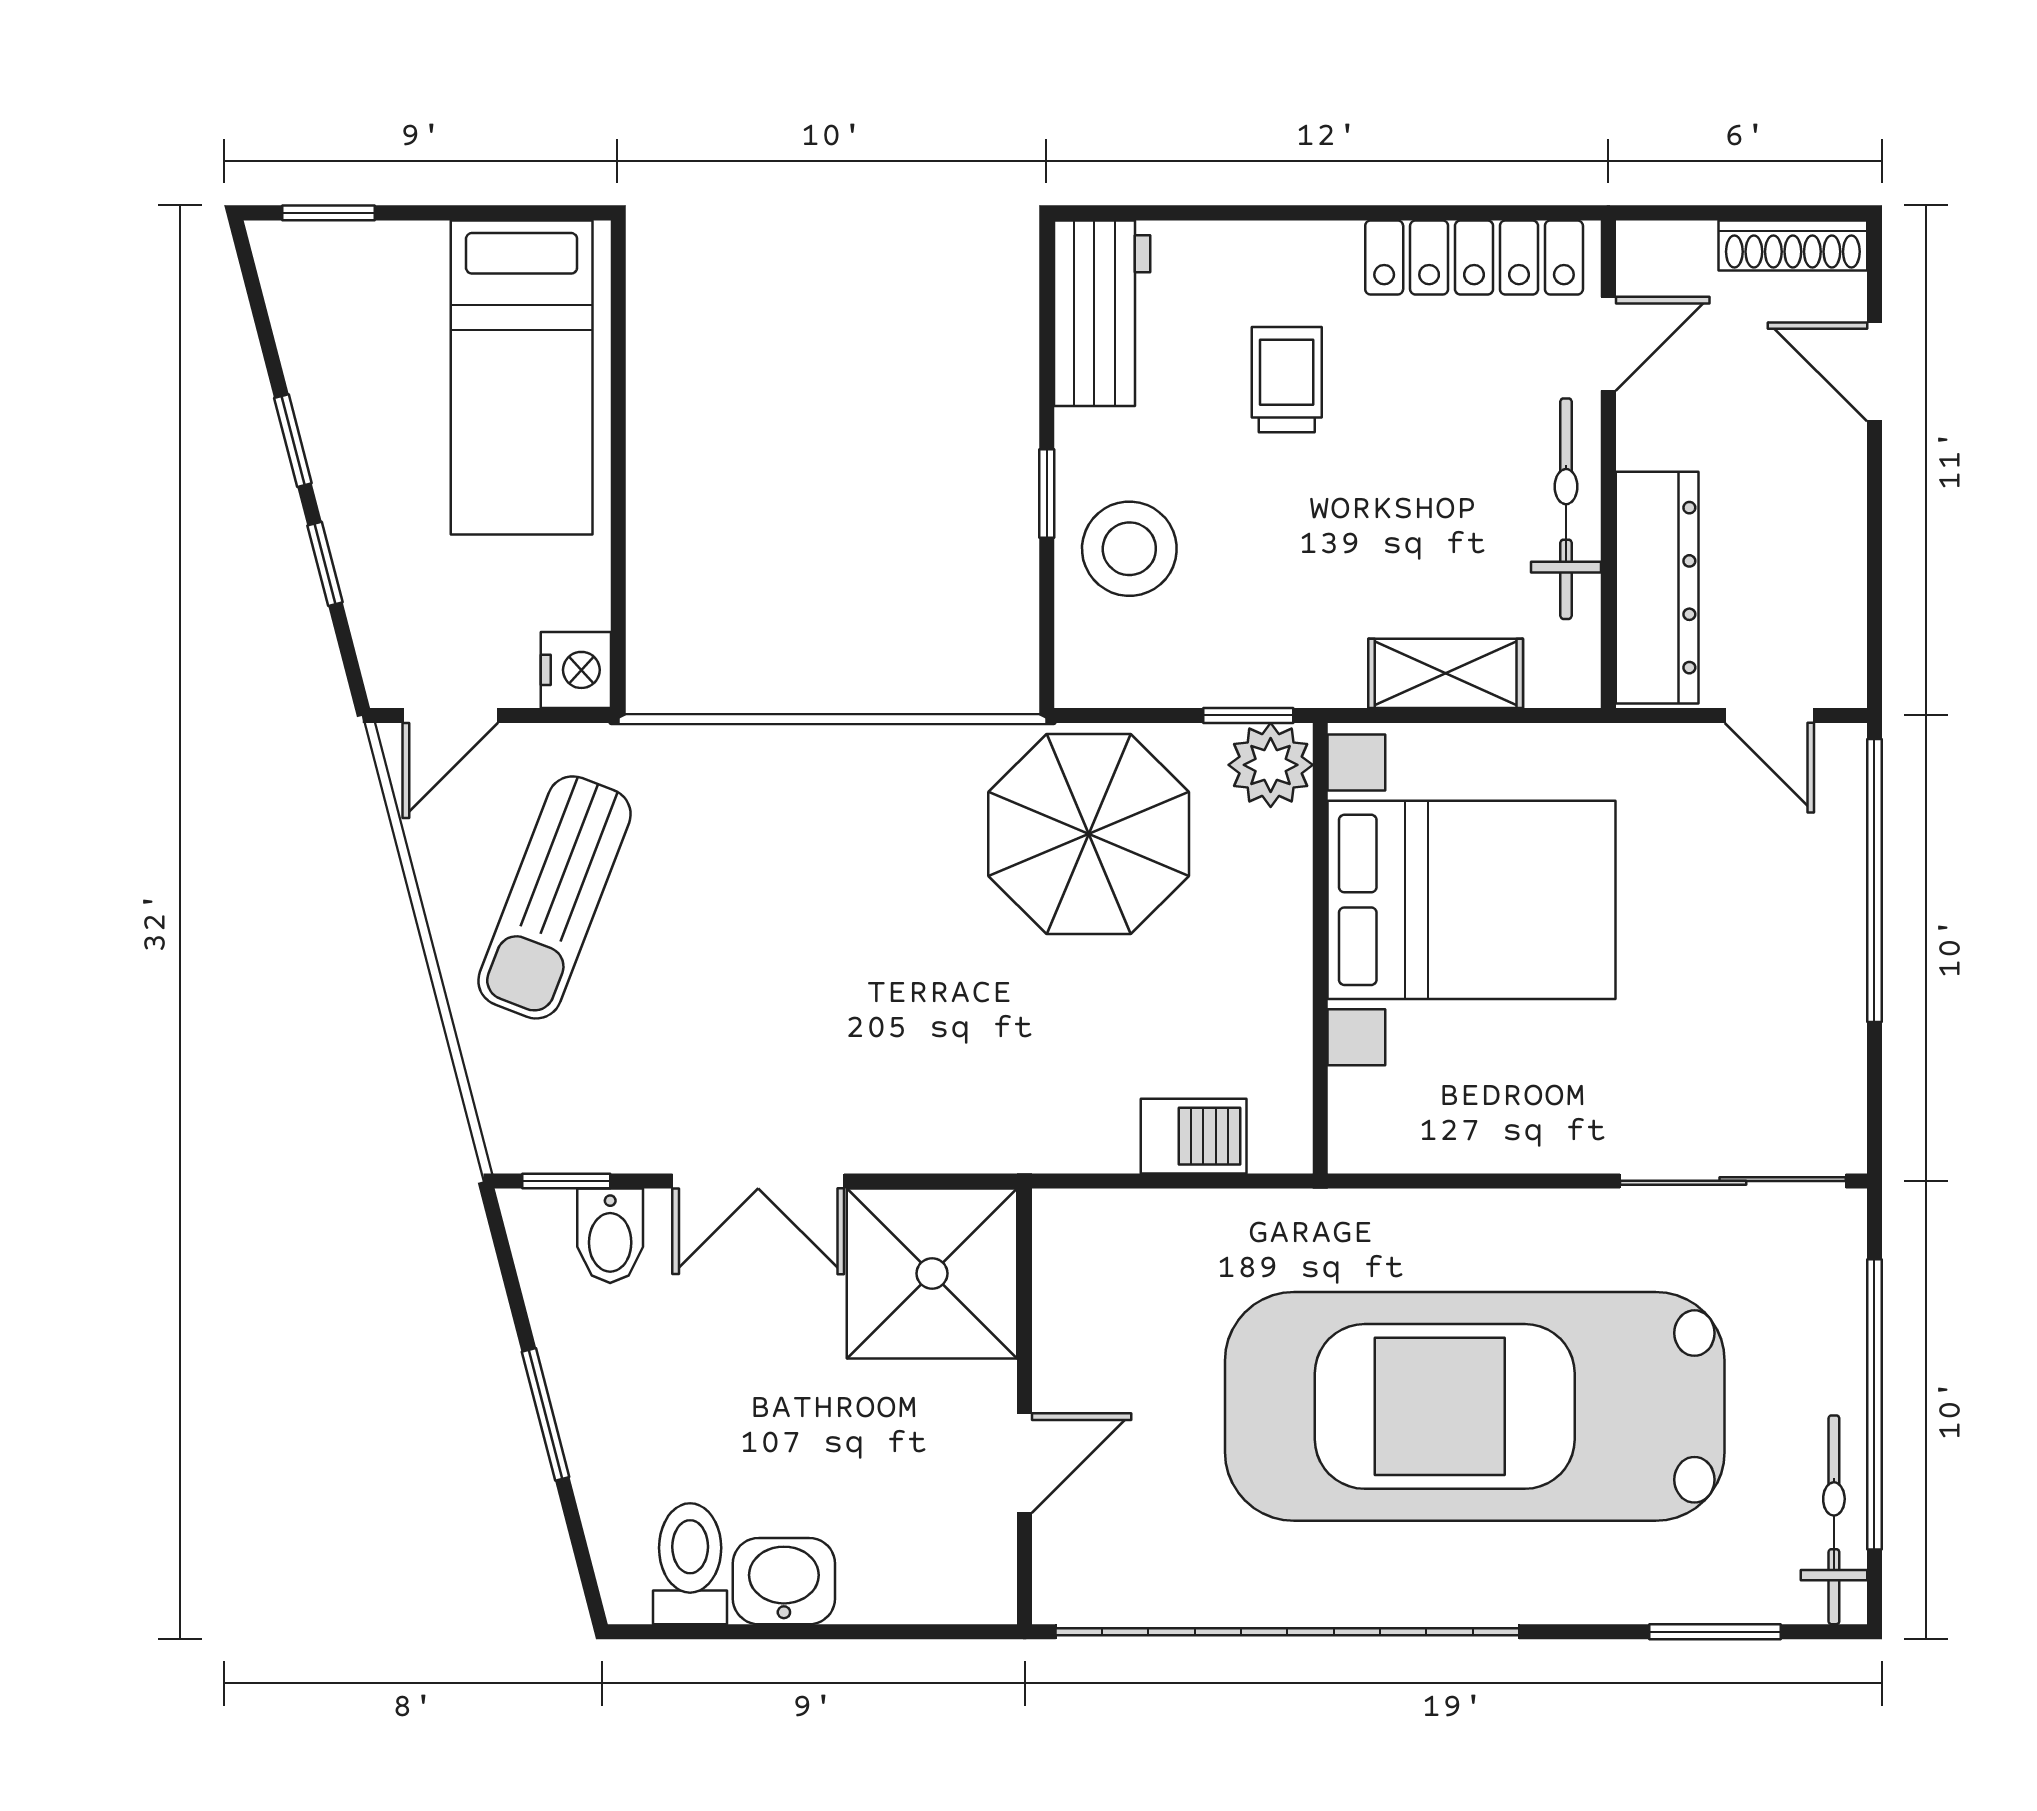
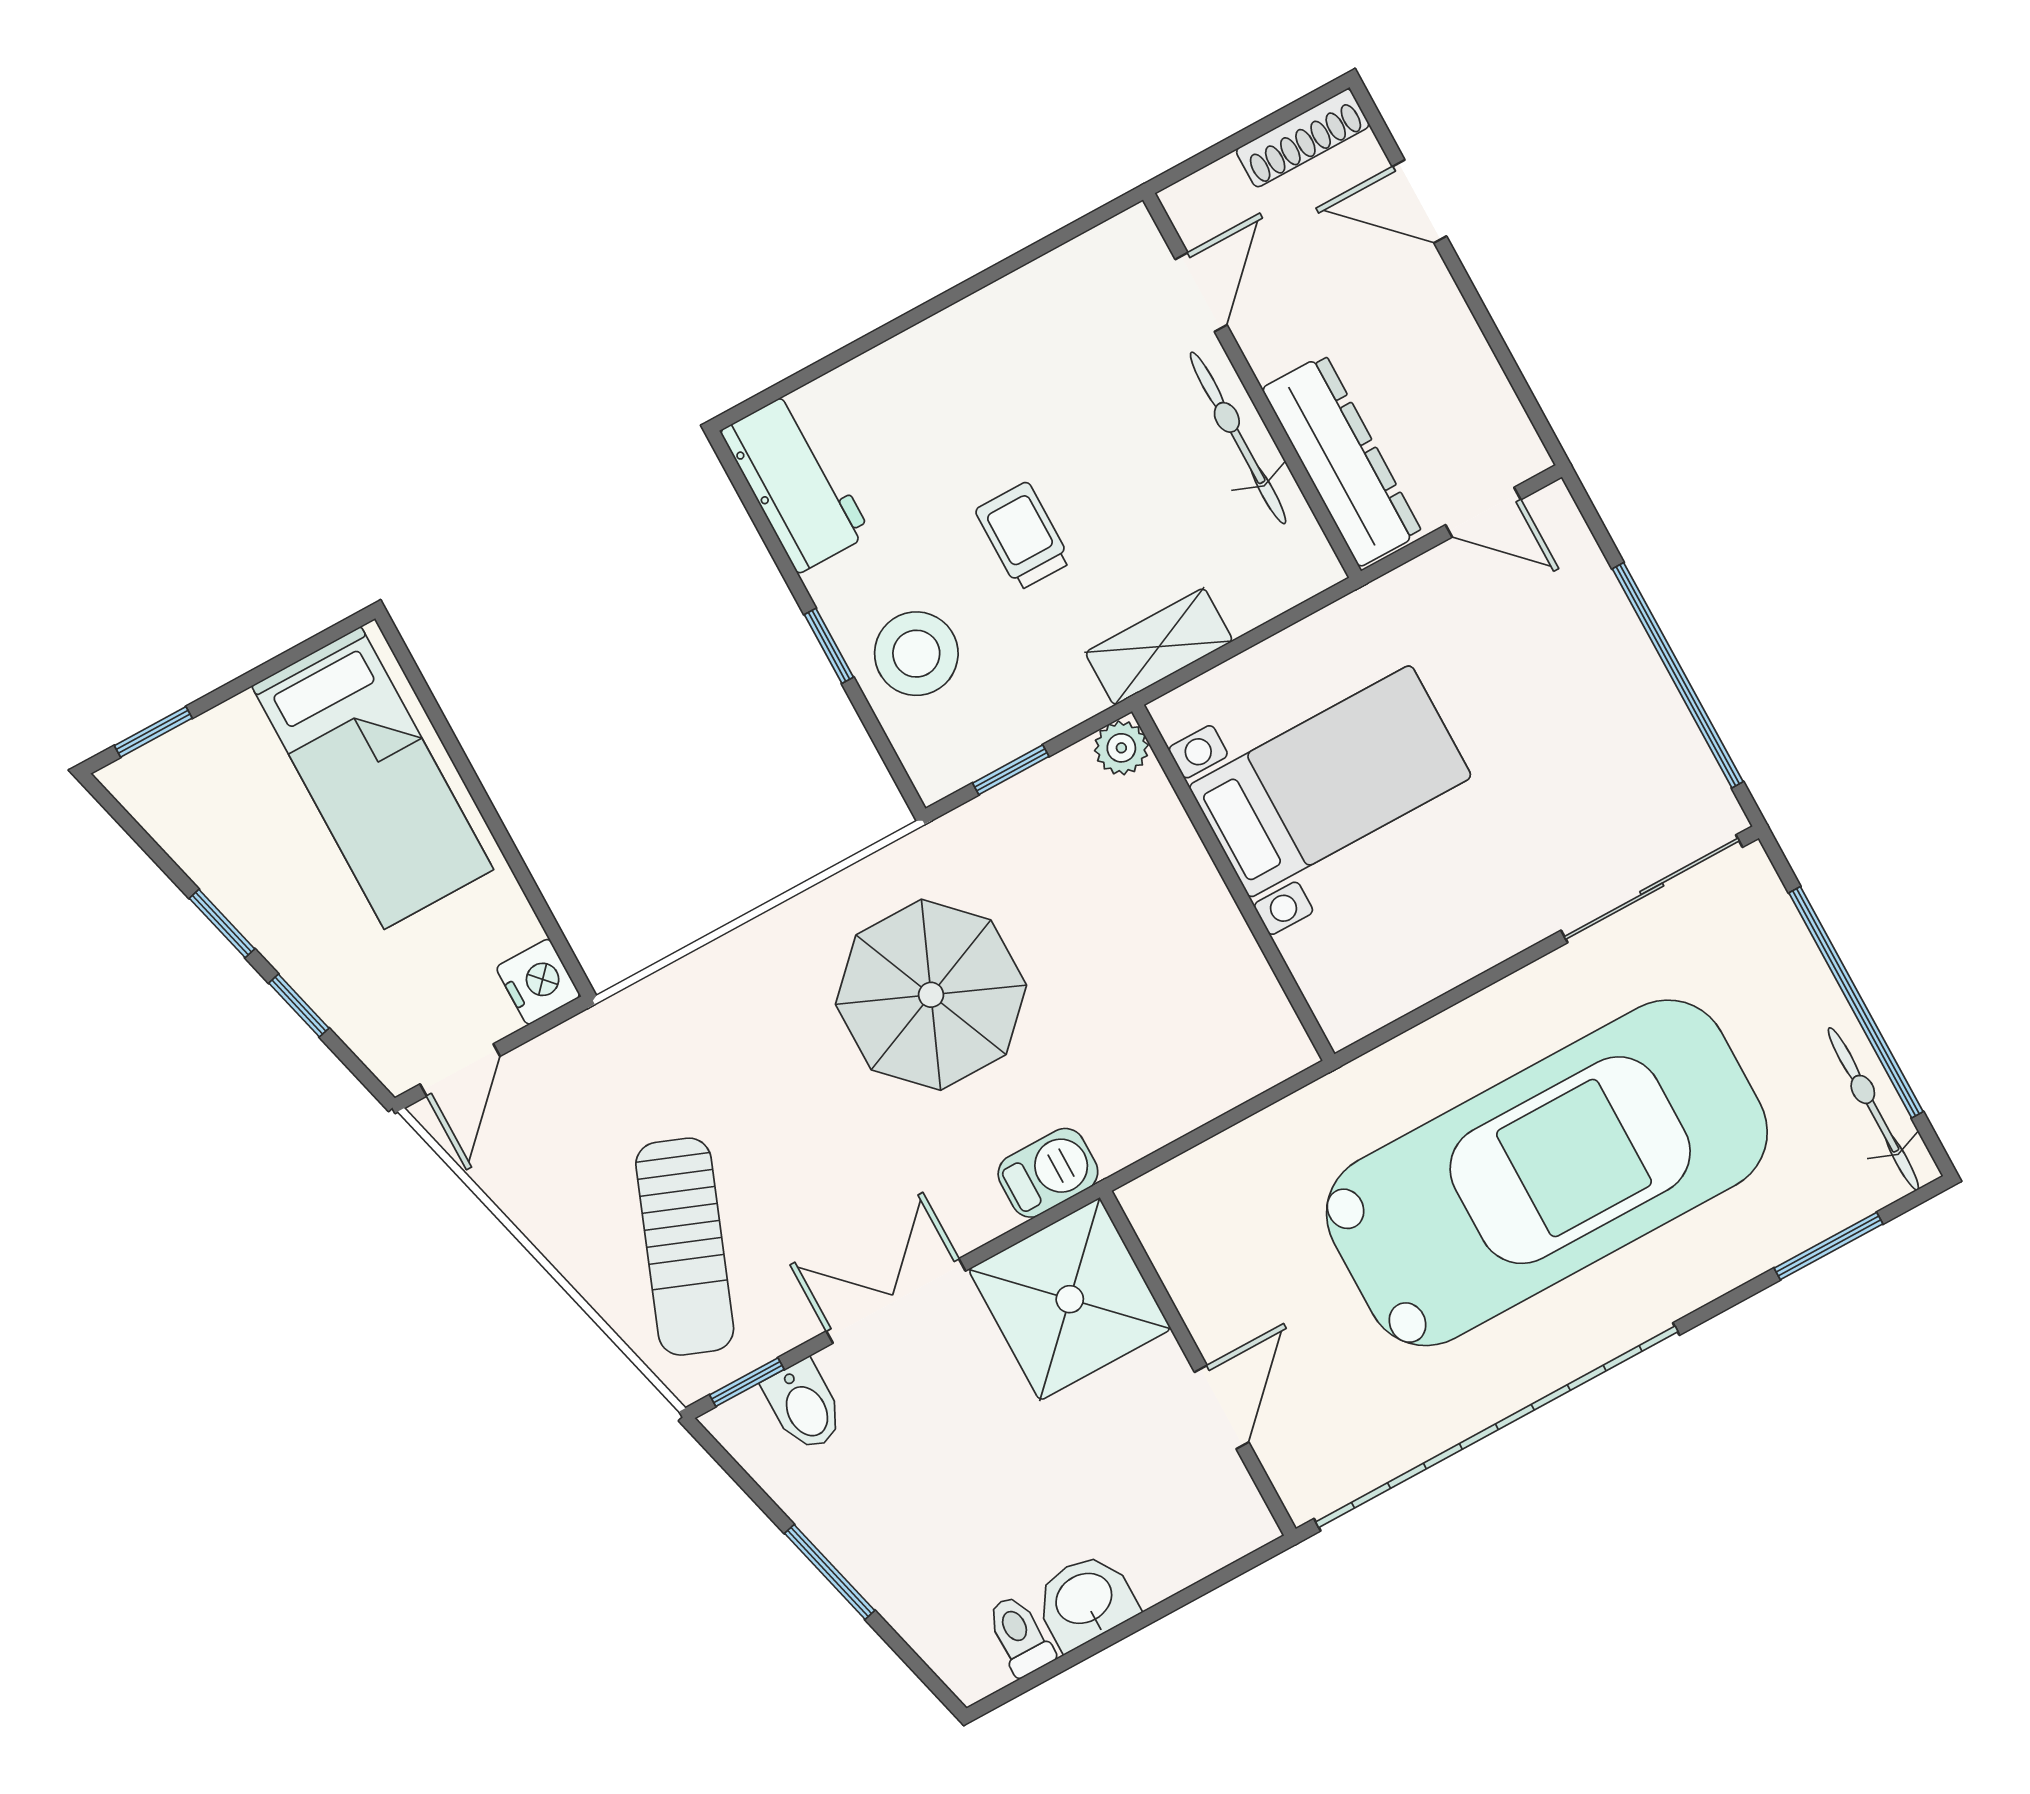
locker: (1474, 257) -> (1060, 282), removed
trolley: (1287, 380) -> (1023, 536), moved
shelving: (1446, 673) -> (1159, 647), moved
window: (1248, 715) -> (1011, 770), moved
plant: (1271, 765) -> (1121, 748), width x0.73, depth x0.73
parasol: (1089, 834) -> (931, 995), moved
window: (1874, 880) -> (1678, 675), moved
sun lounger: (554, 897) -> (685, 1247), moved
bed with nightstands: (1471, 900) -> (1330, 781), width x0.73
barbecue: (1194, 1136) -> (1048, 1173), moved
double door: (758, 1181) -> (896, 1301), swing flipped
car: (1475, 1406) -> (1547, 1173), turned 180
toilet: (690, 1564) -> (1020, 1635), width x0.73, depth x0.72

